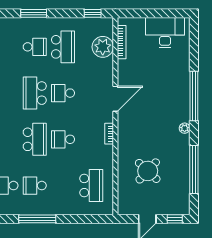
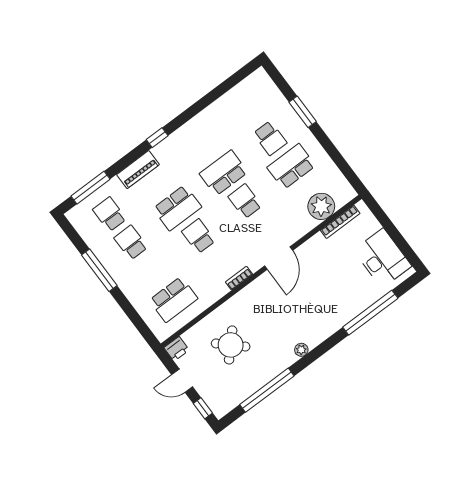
window: (93, 13) -> (347, 171), removed
school desk: (63, 47) -> (291, 167), turned 180
window: (194, 96) -> (370, 313), moved
door: (115, 99) -> (279, 258), hinge flipped
printer: (124, 207) -> (177, 349), added

